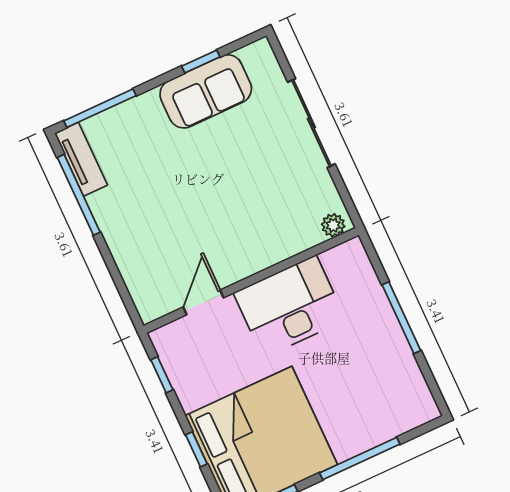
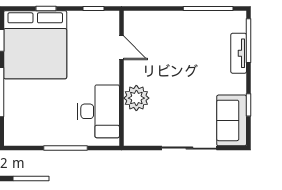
sofa: (206, 91) -> (232, 120), moved
tv unit: (81, 159) -> (239, 53), moved, turned 90
plant: (333, 225) -> (136, 98), moved, width x1.88, depth x1.88
desk: (290, 306) -> (98, 111), moved

